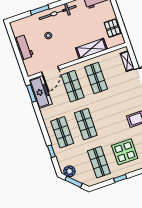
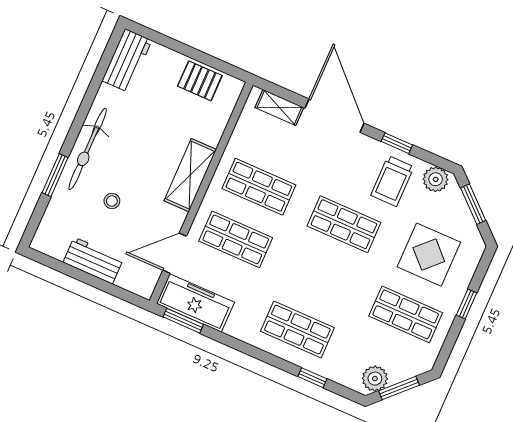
shelving: (91, 49) -> (190, 175), moved
door: (50, 71) -> (175, 253), swing flipped
shop shelf: (86, 124) -> (344, 224), moved

